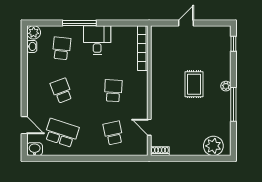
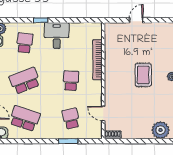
window: (79, 23) -> (41, 20), width x0.46
bookcase: (143, 48) -> (97, 60), moved
school desk: (62, 91) -> (25, 81), width x1.85
window: (110, 158) -> (68, 141), added

